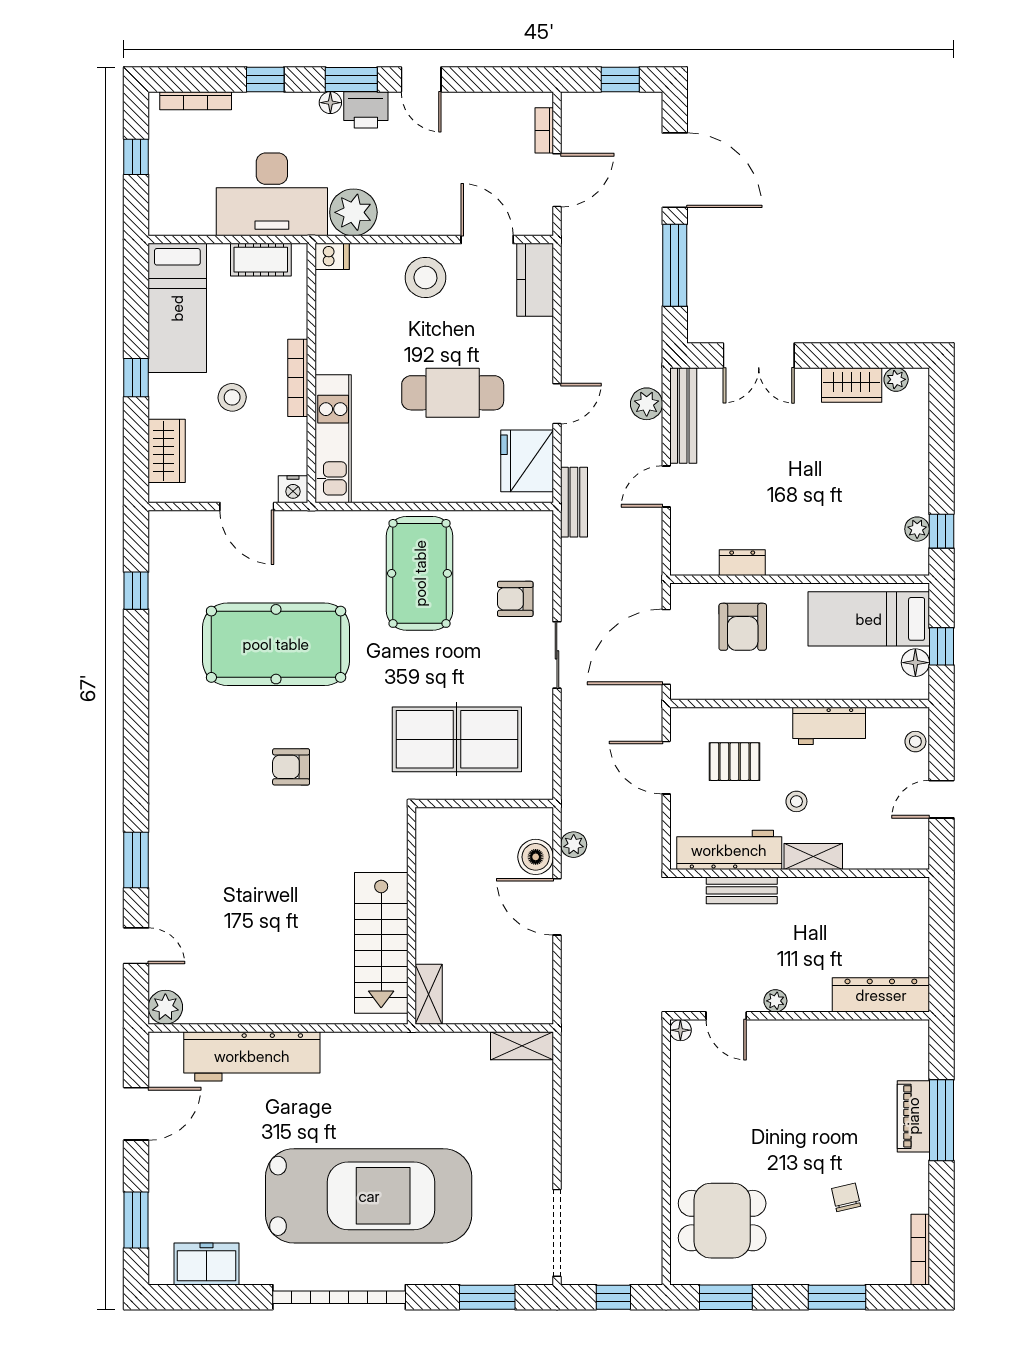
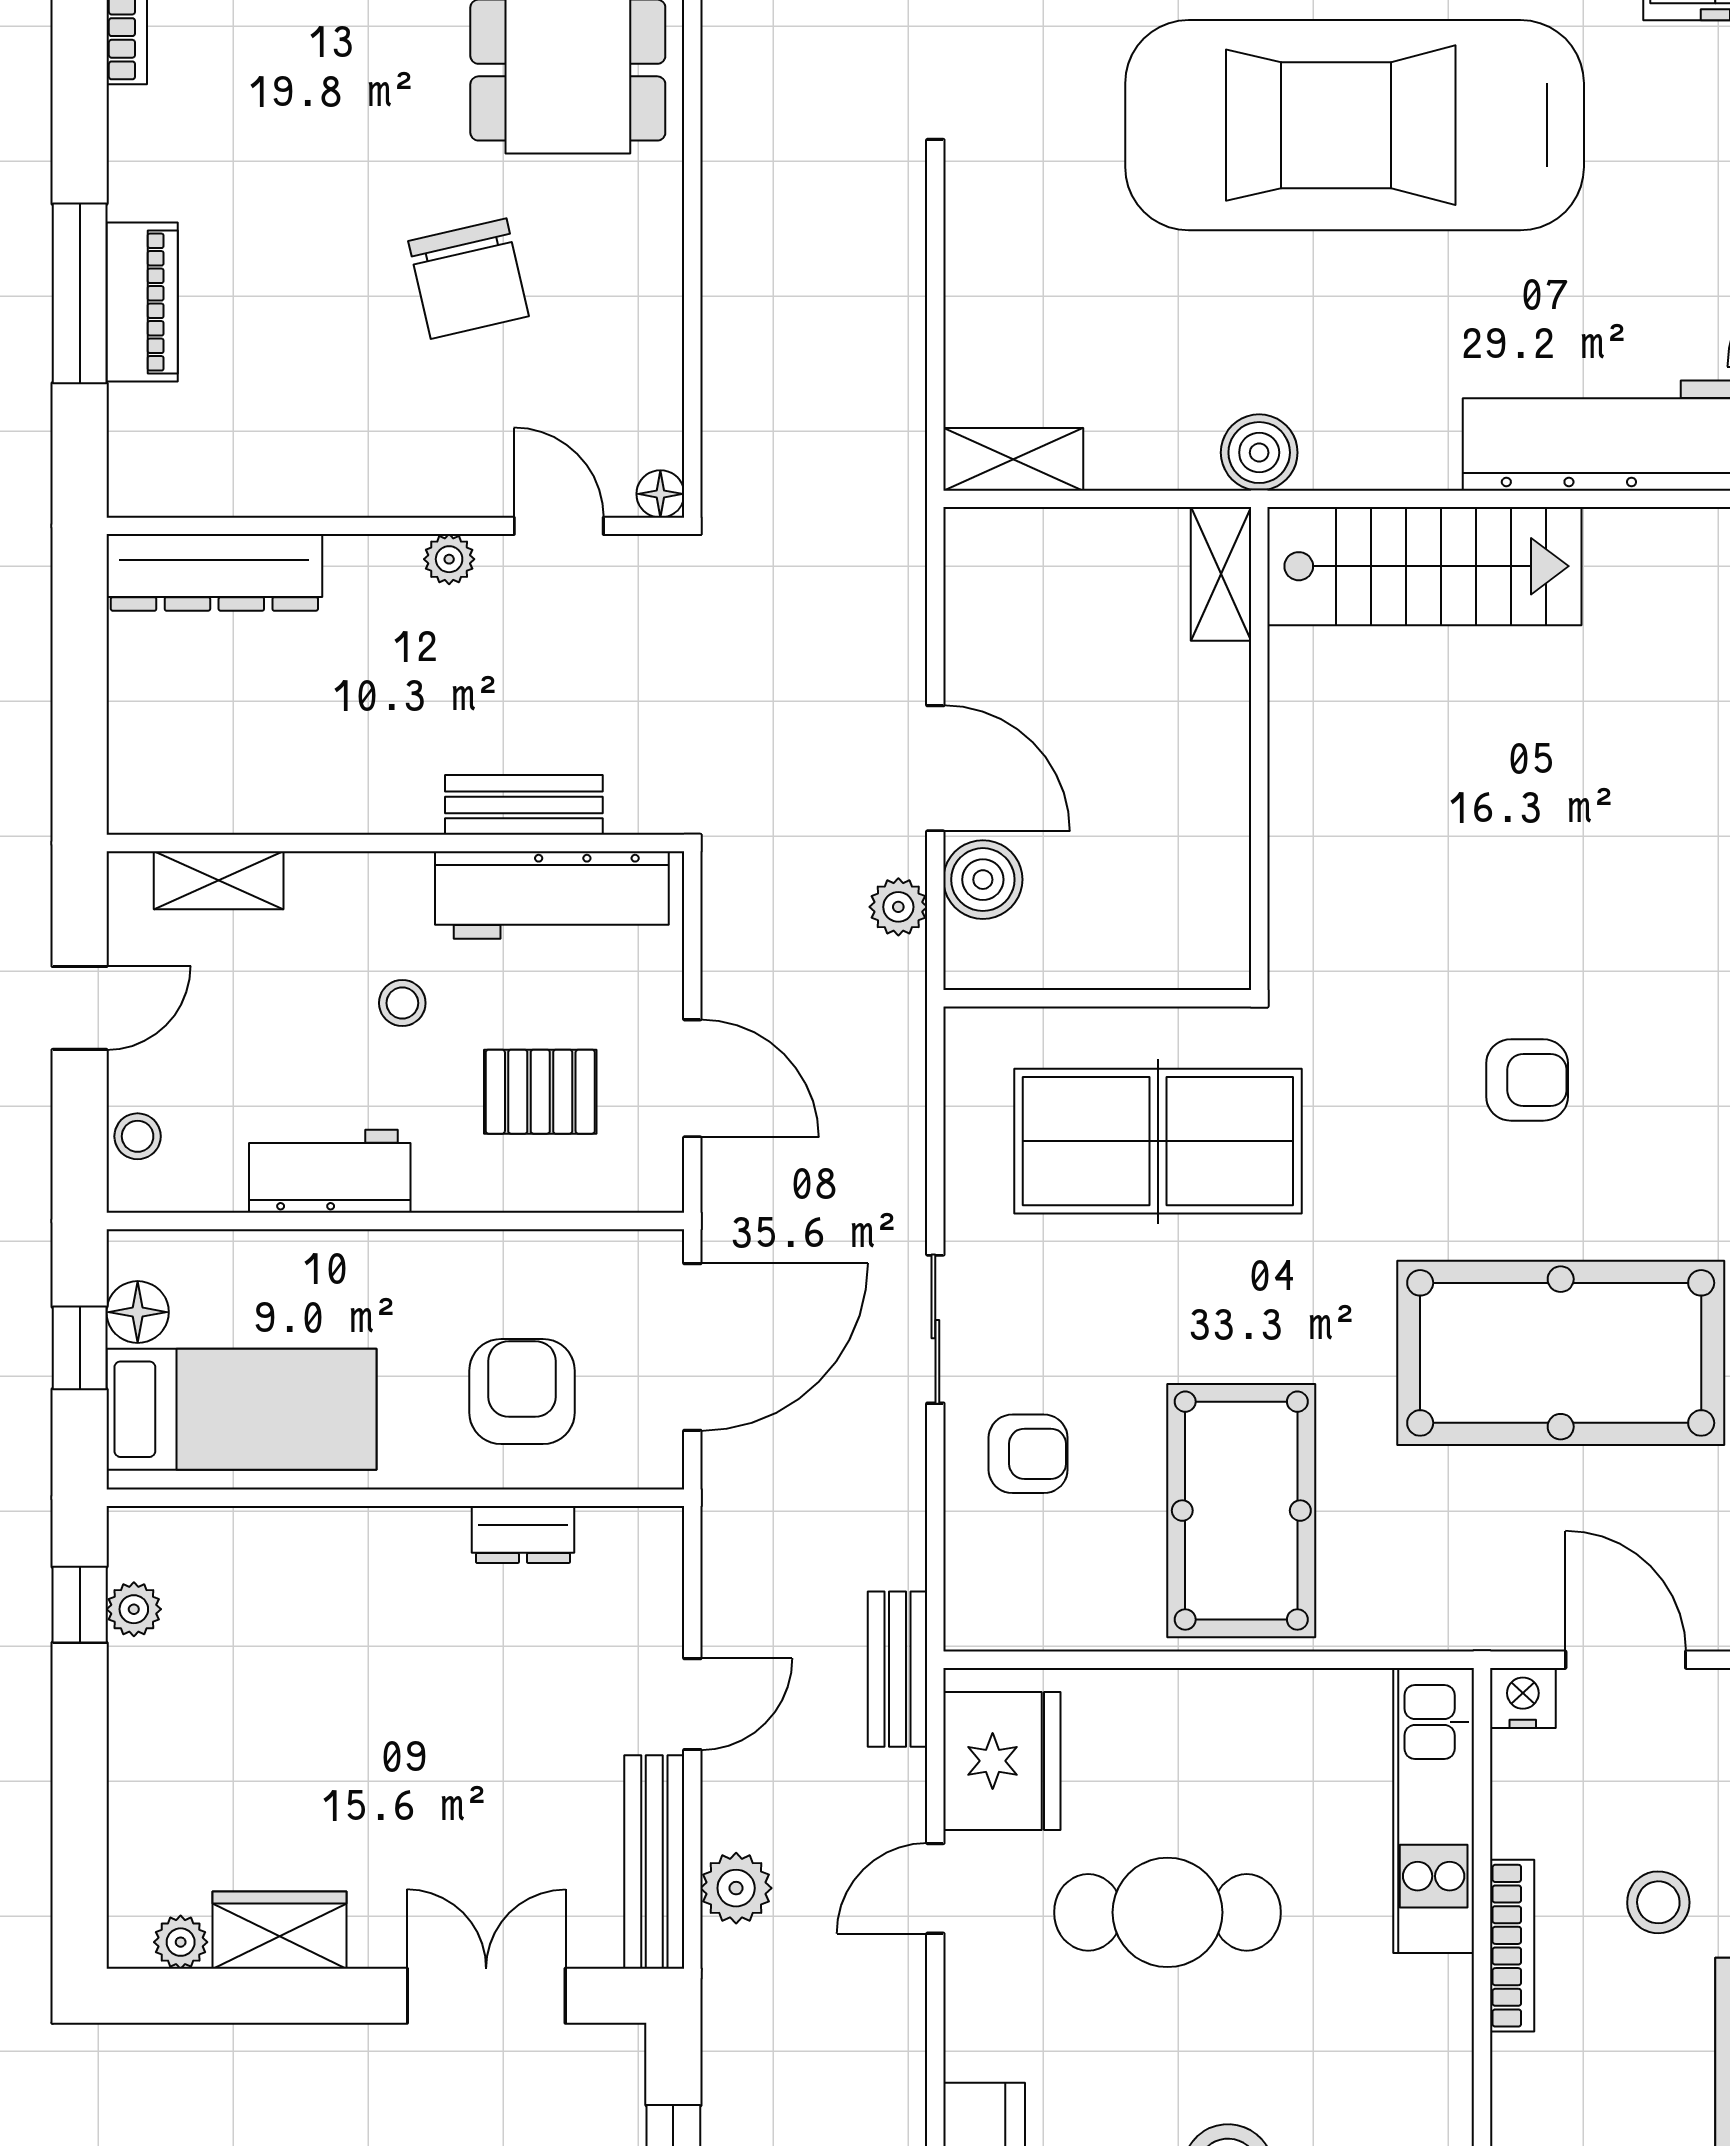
shelving: (813, 857) -> (219, 880), moved
stairs: (381, 943) -> (1424, 566), moved, turned 90
boiler: (411, 1049) -> (1259, 453), added
chair: (846, 1197) -> (469, 279), moved, width x1.87, depth x1.87

